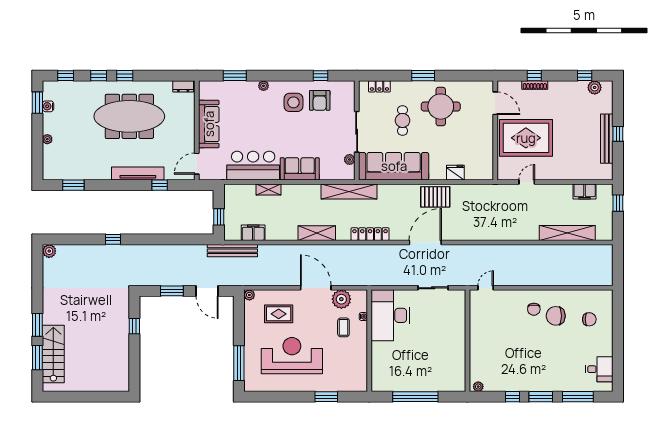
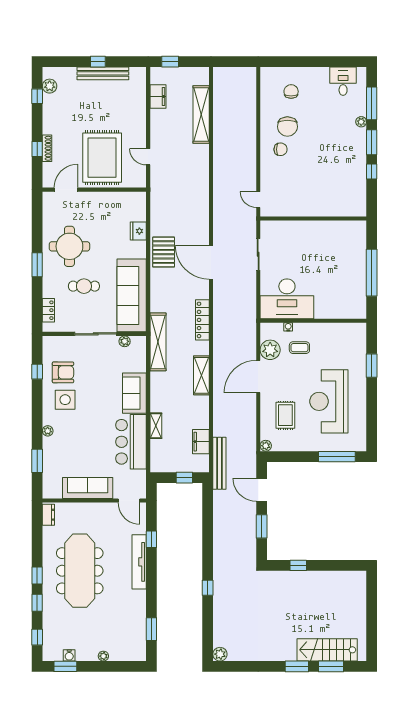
door: (207, 291) -> (262, 490), swing flipped
plant: (478, 387) -> (361, 122), moved

